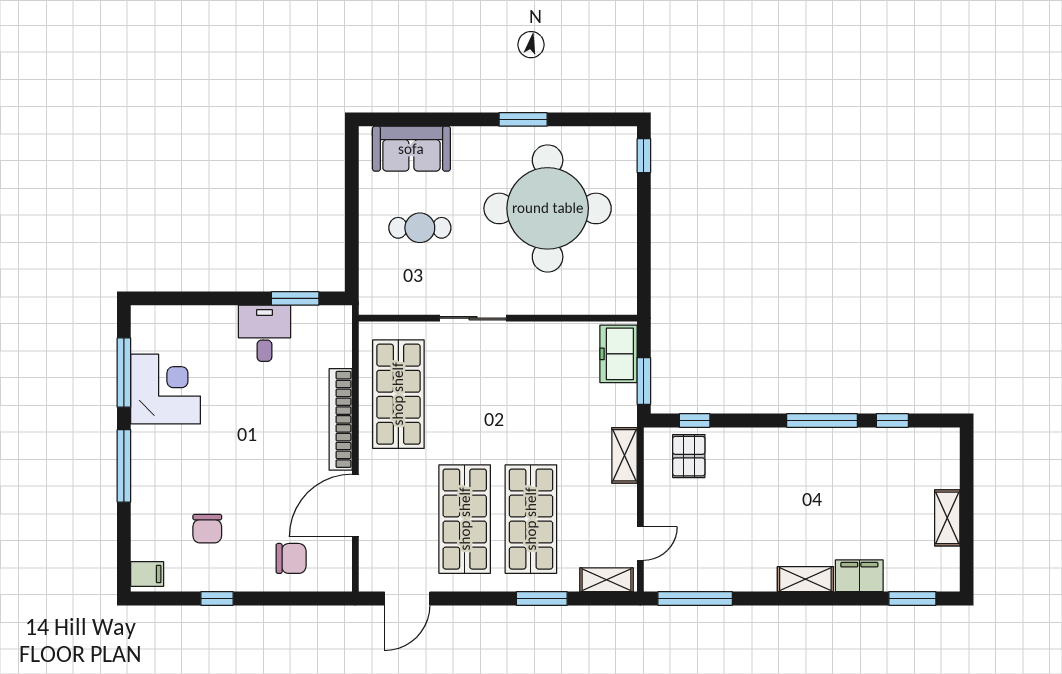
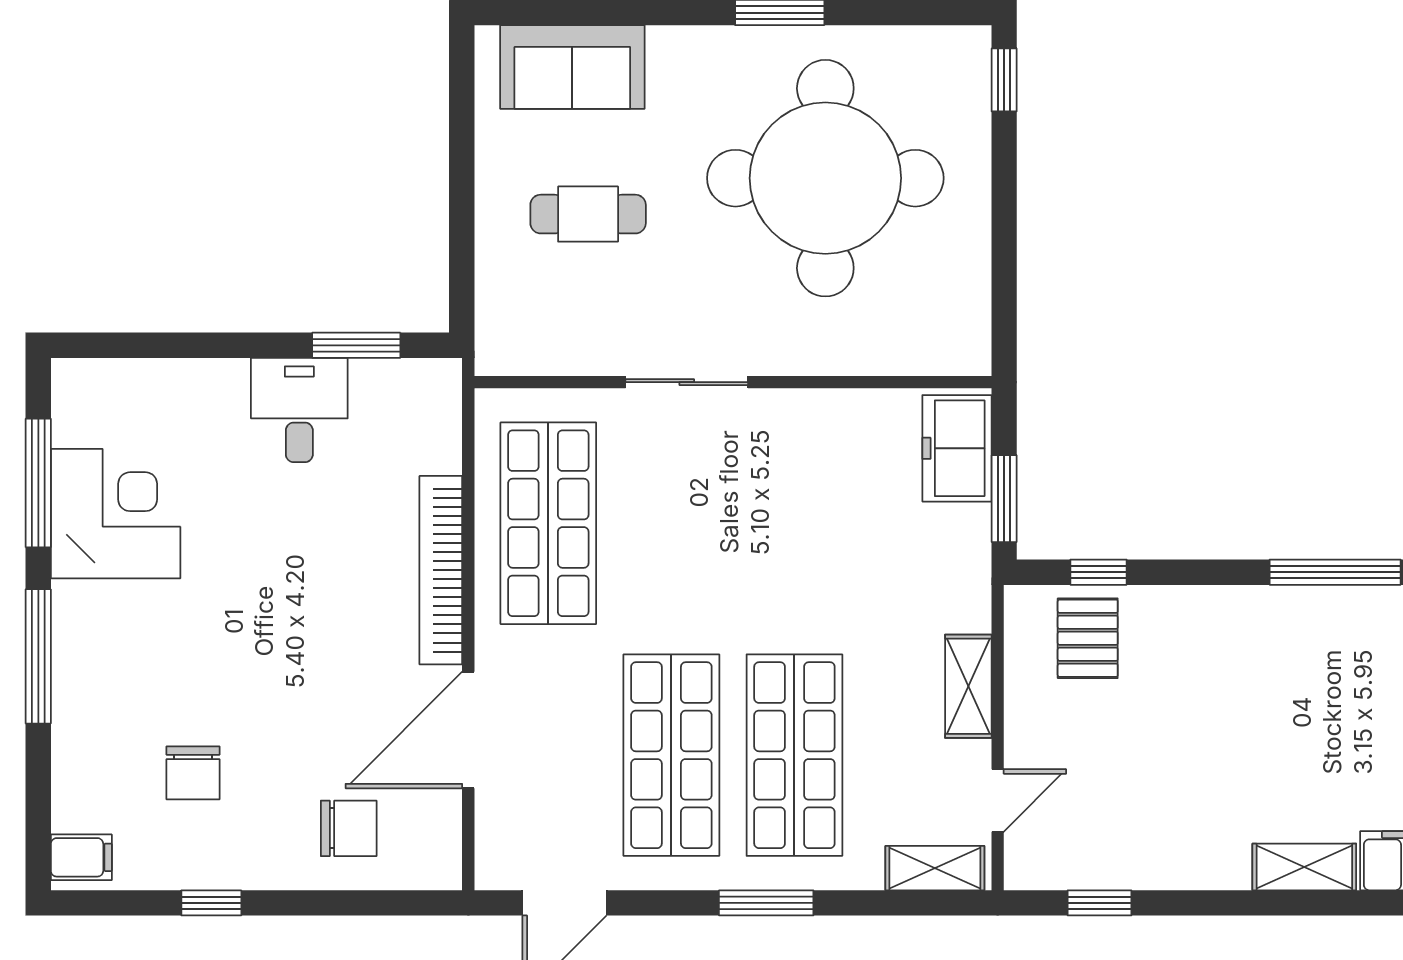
shelving: (625, 455) -> (968, 686), moved
window: (542, 599) -> (766, 903), moved
window: (695, 599) -> (1099, 903), width x0.46

